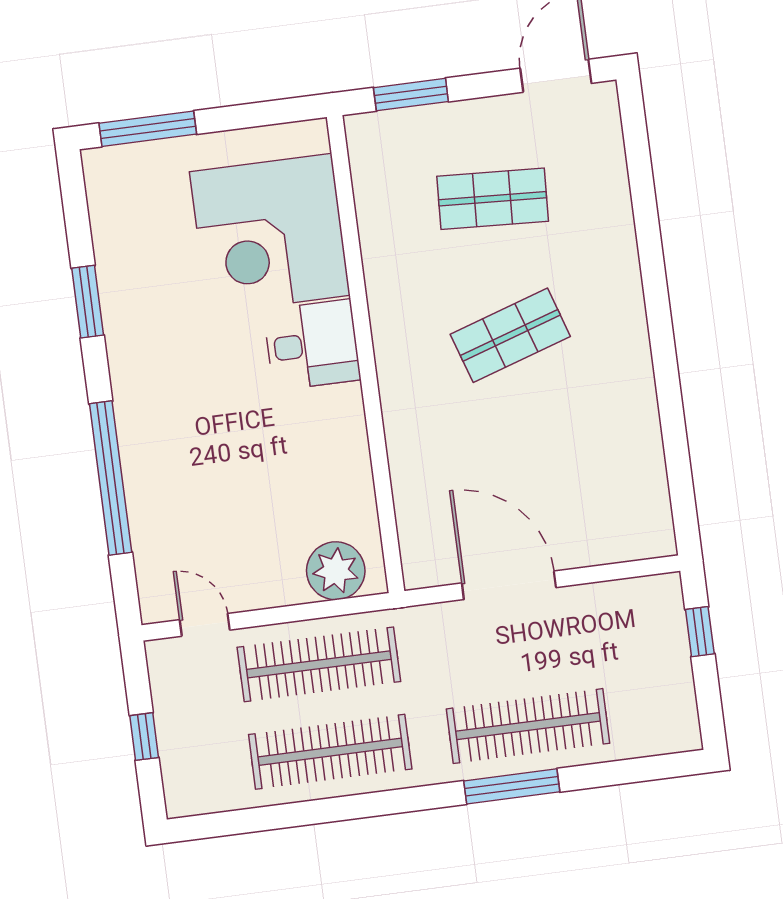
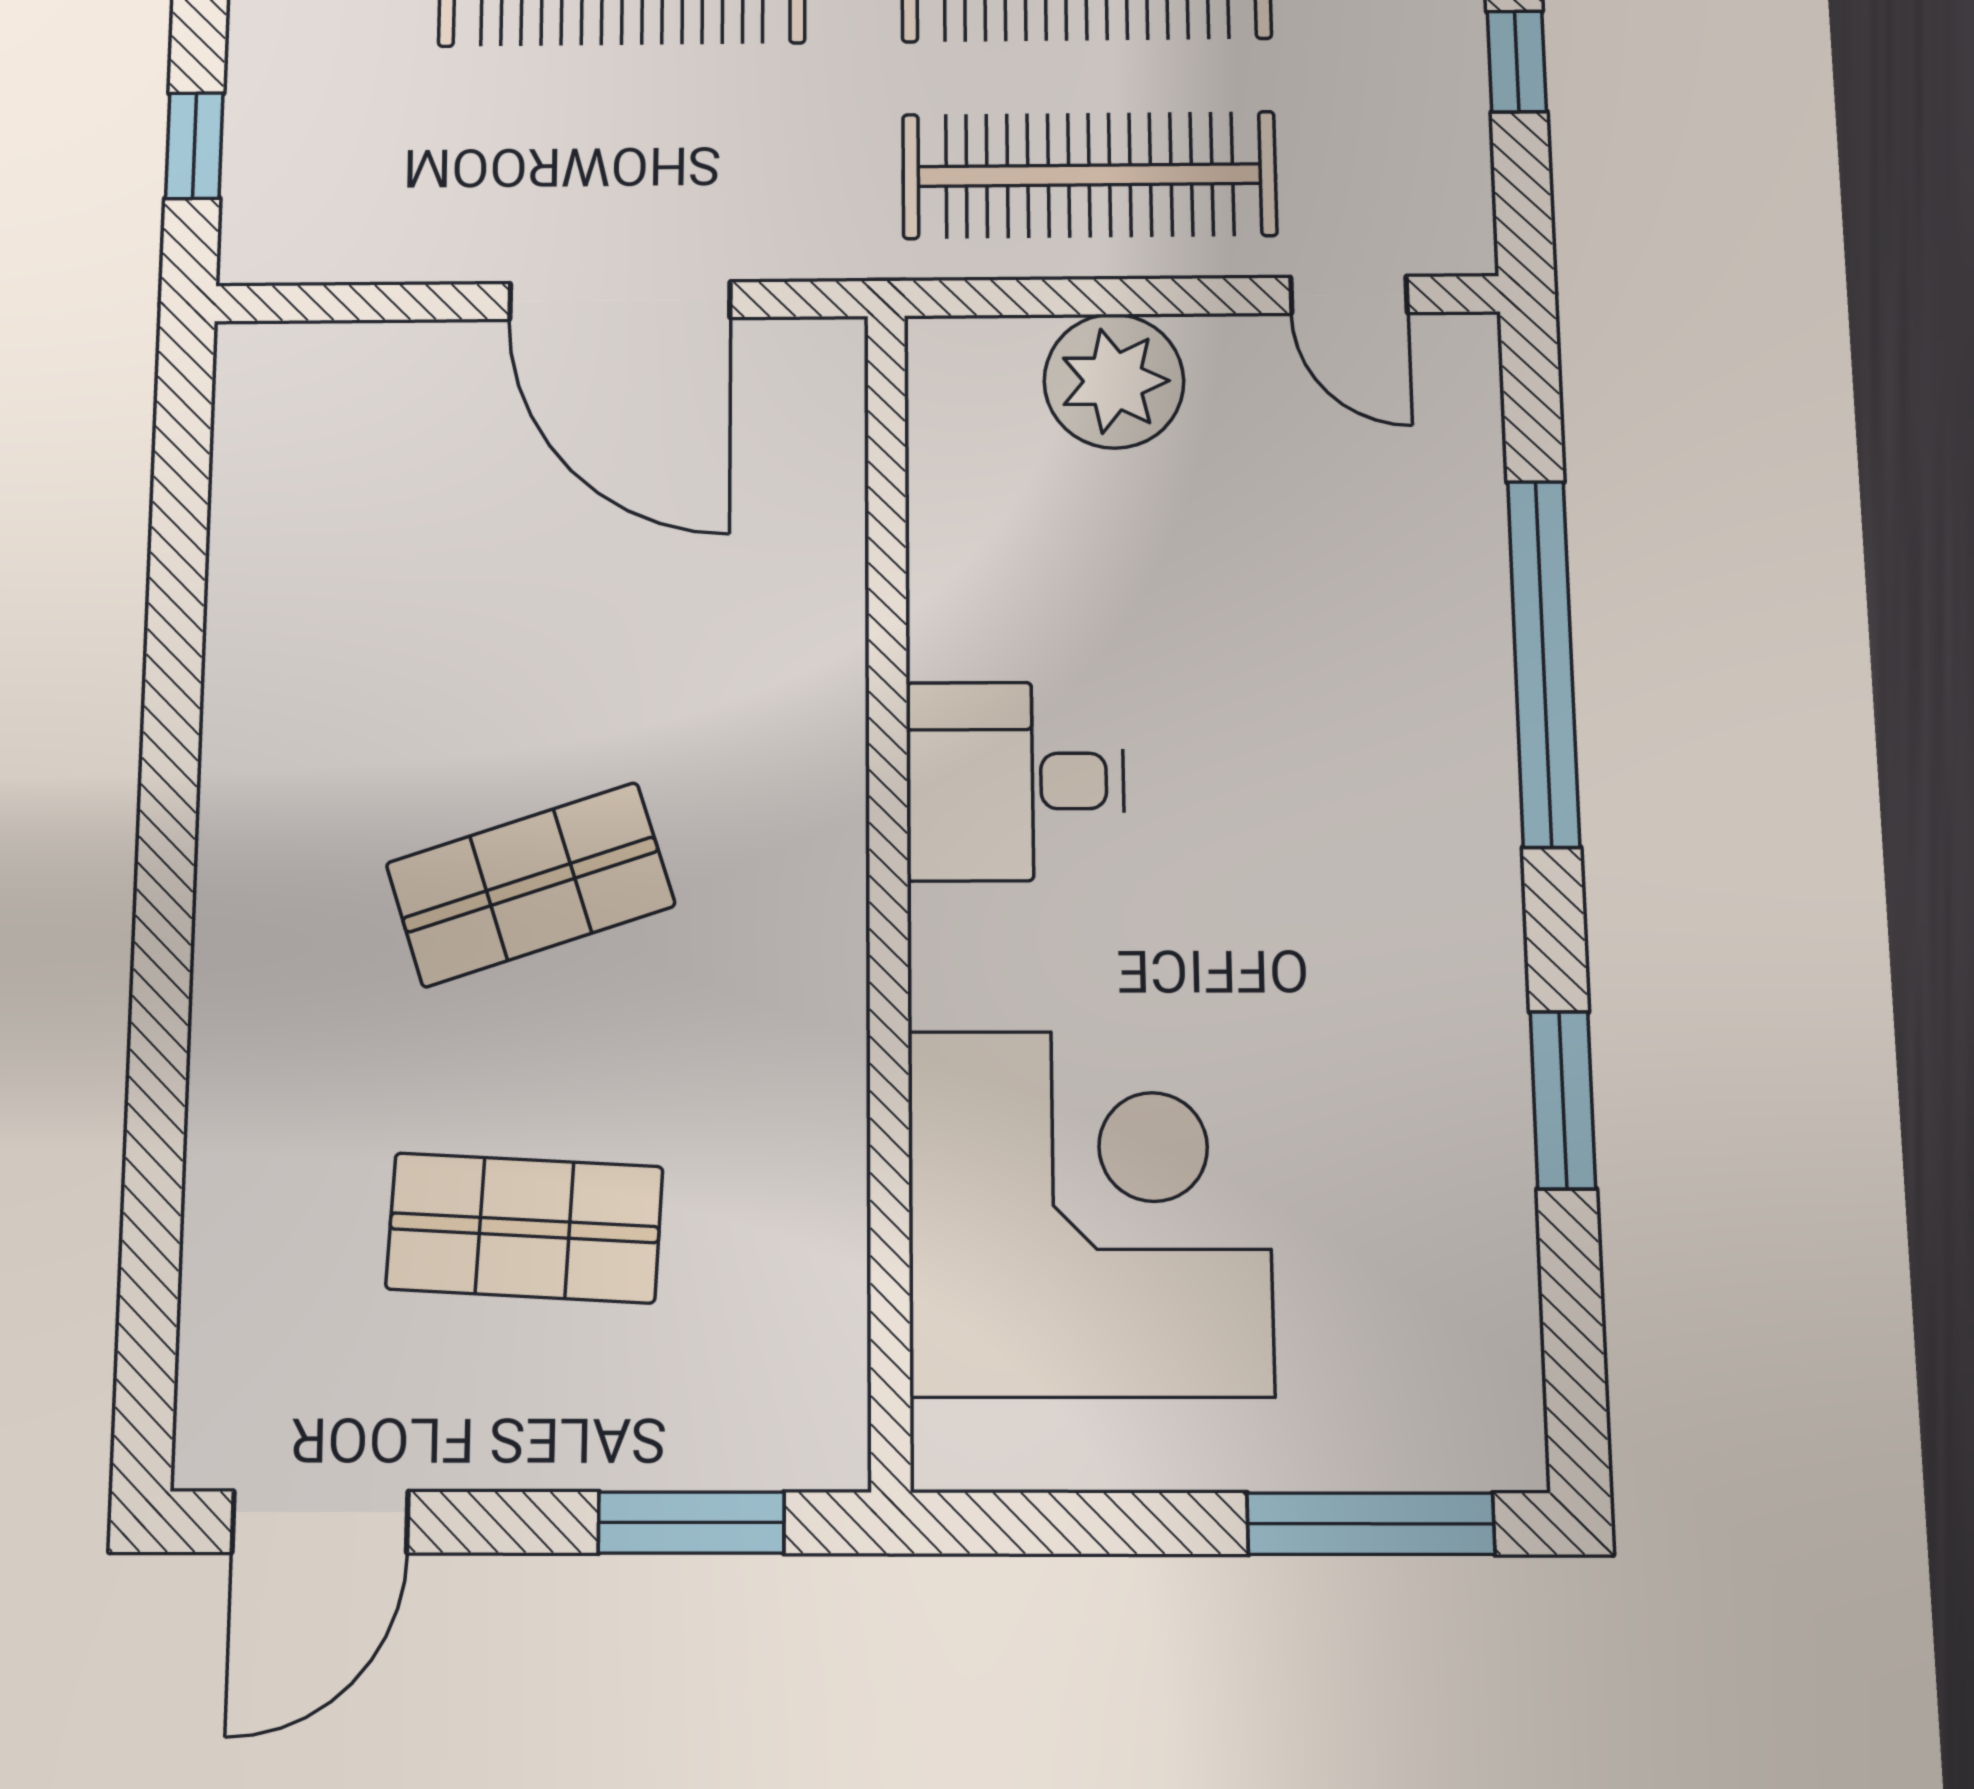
desk: (312, 345) -> (1015, 781), moved
plant: (336, 571) -> (1114, 381), moved

